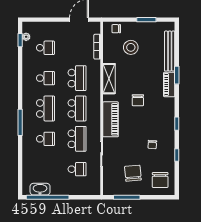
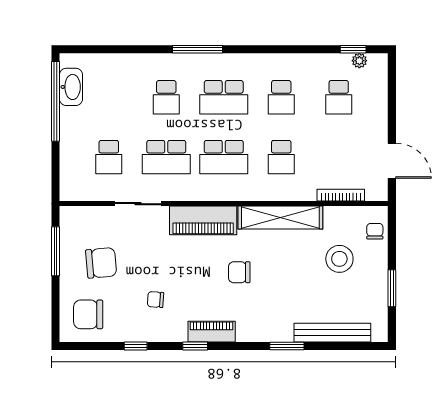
school desk: (77, 78) -> (281, 157), width x0.54
shelving: (109, 79) -> (280, 218), width x1.47
piano: (169, 84) -> (212, 332), moved

